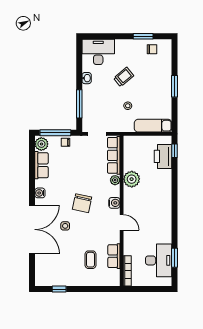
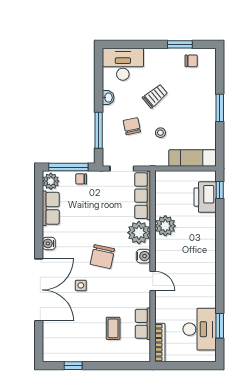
chair: (105, 101) -> (132, 126), added
plant: (115, 180) -> (139, 233), width x1.88, depth x1.88

